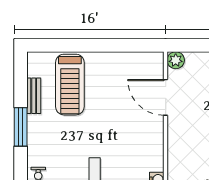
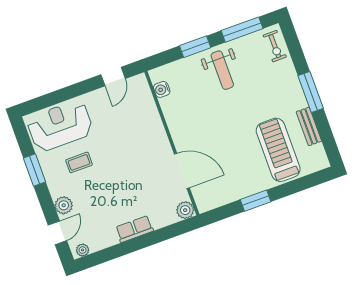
window: (108, 45) -> (256, 201), added

